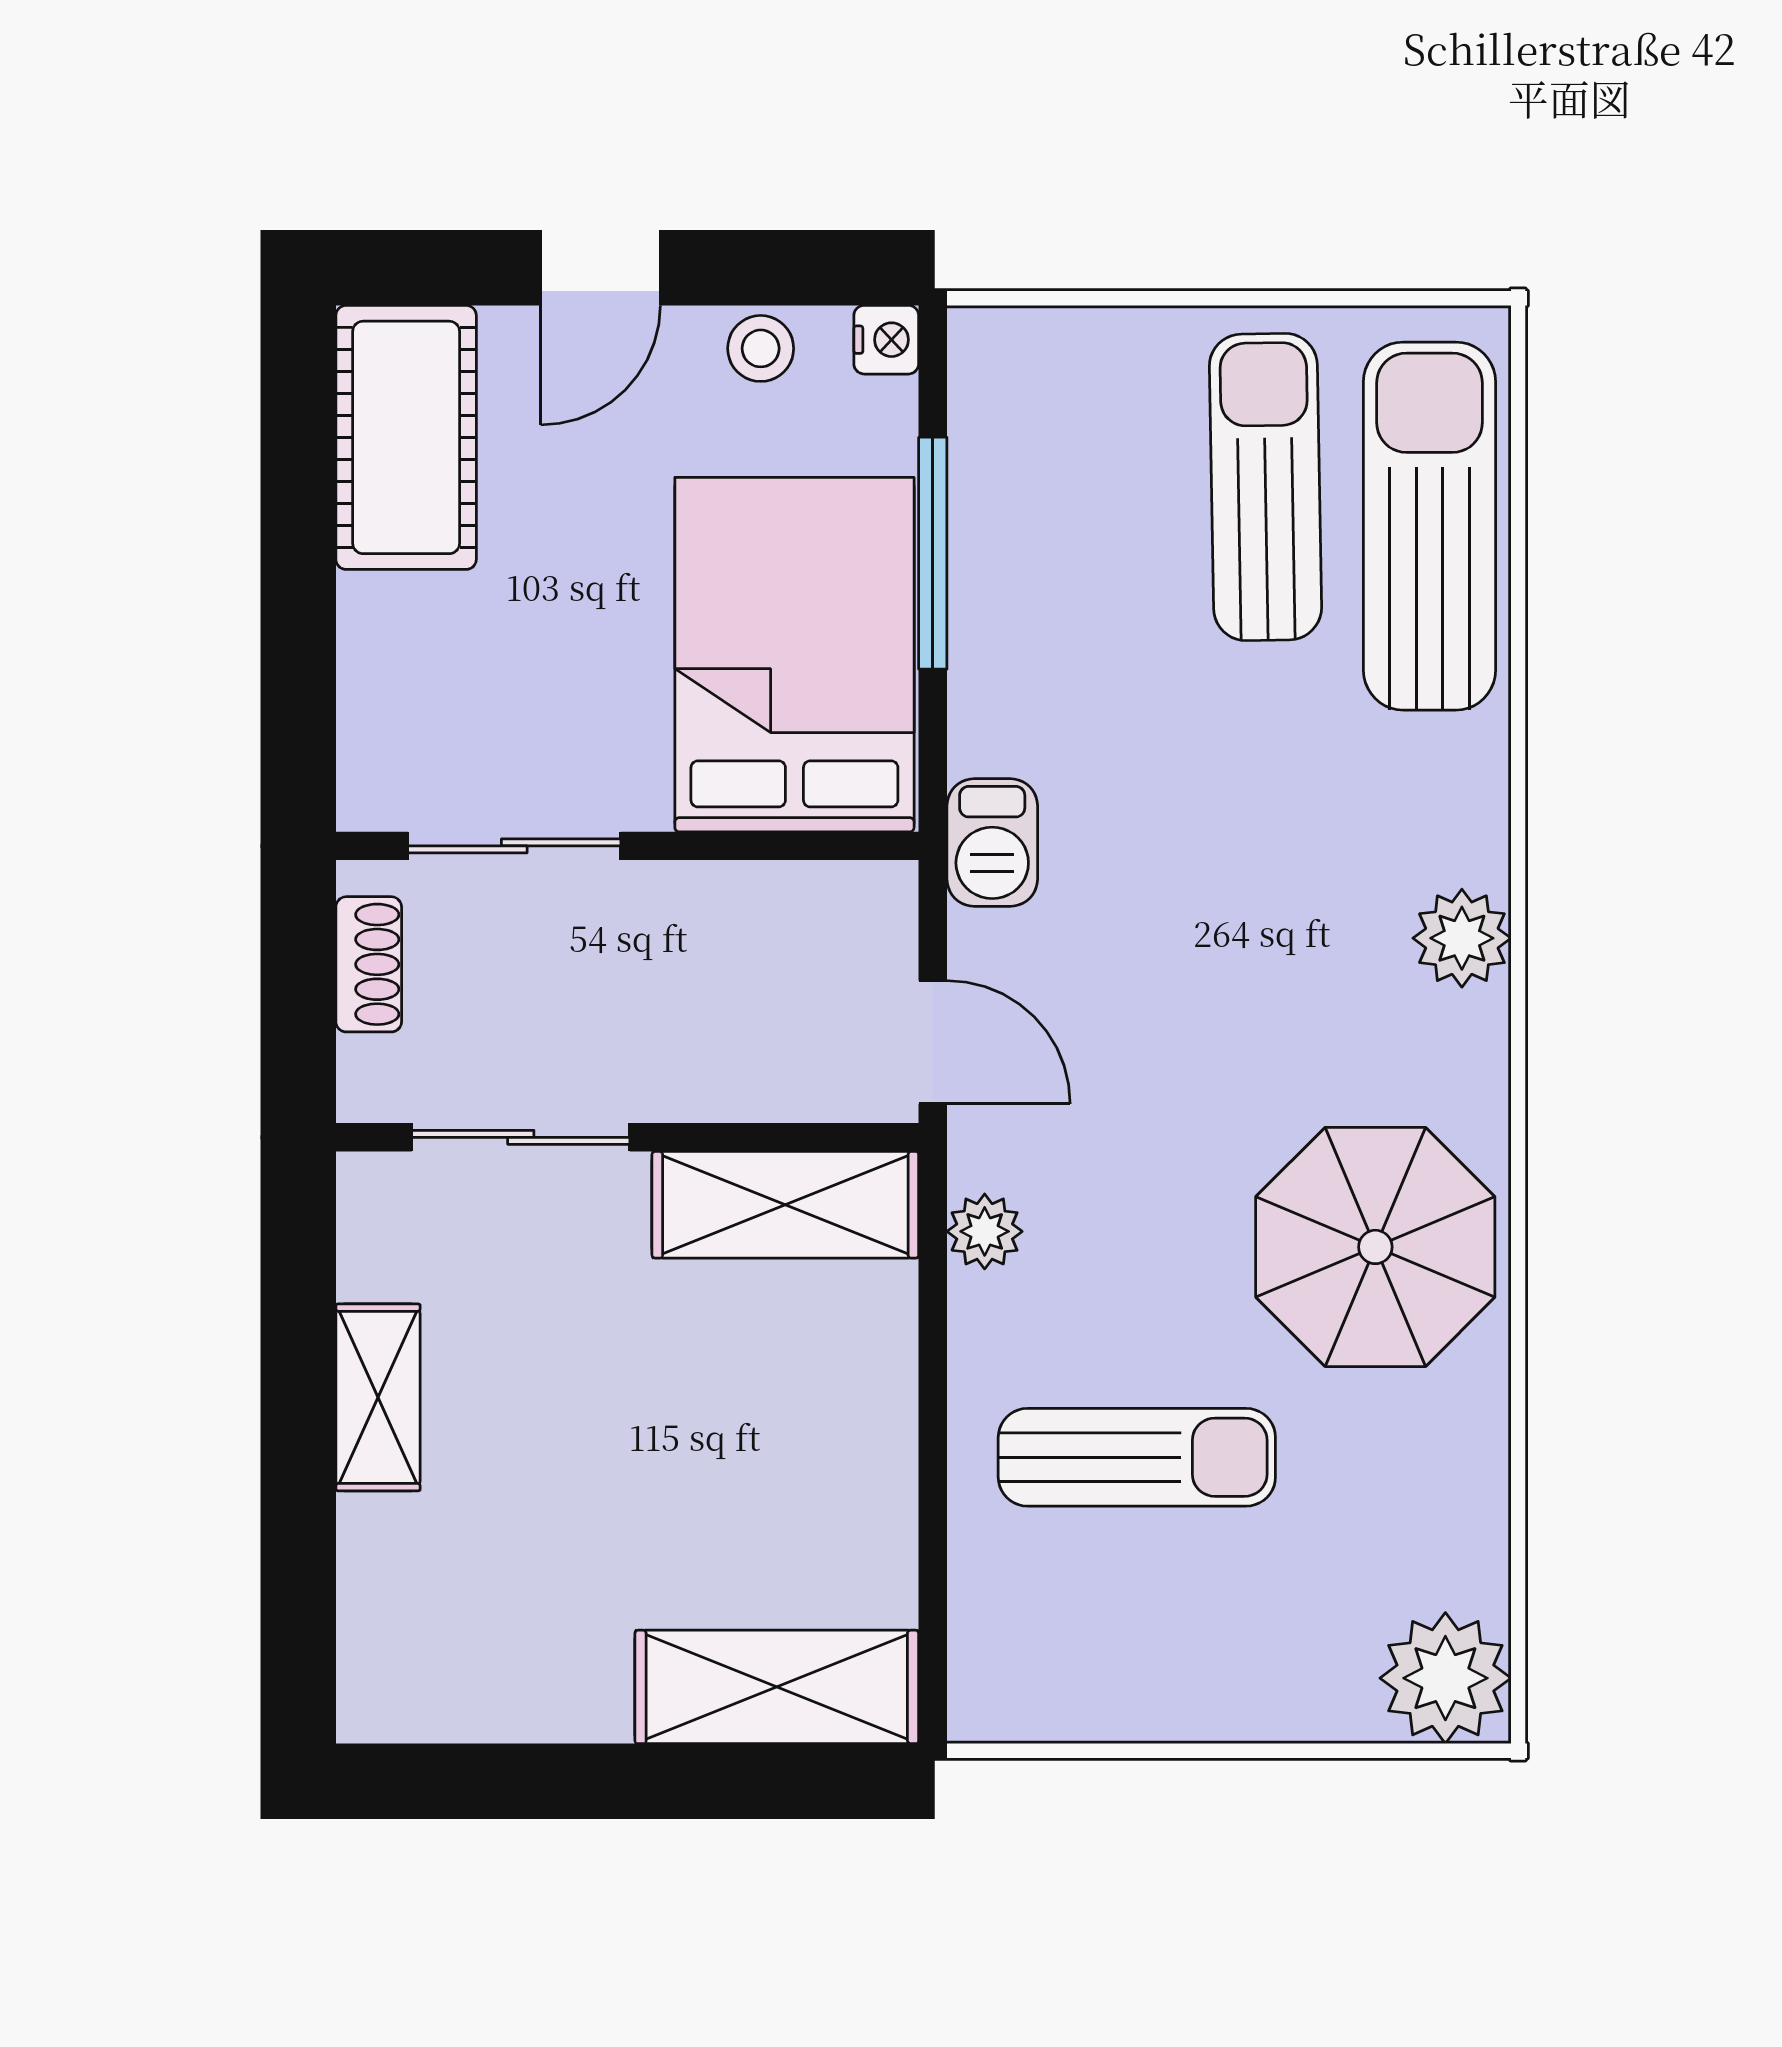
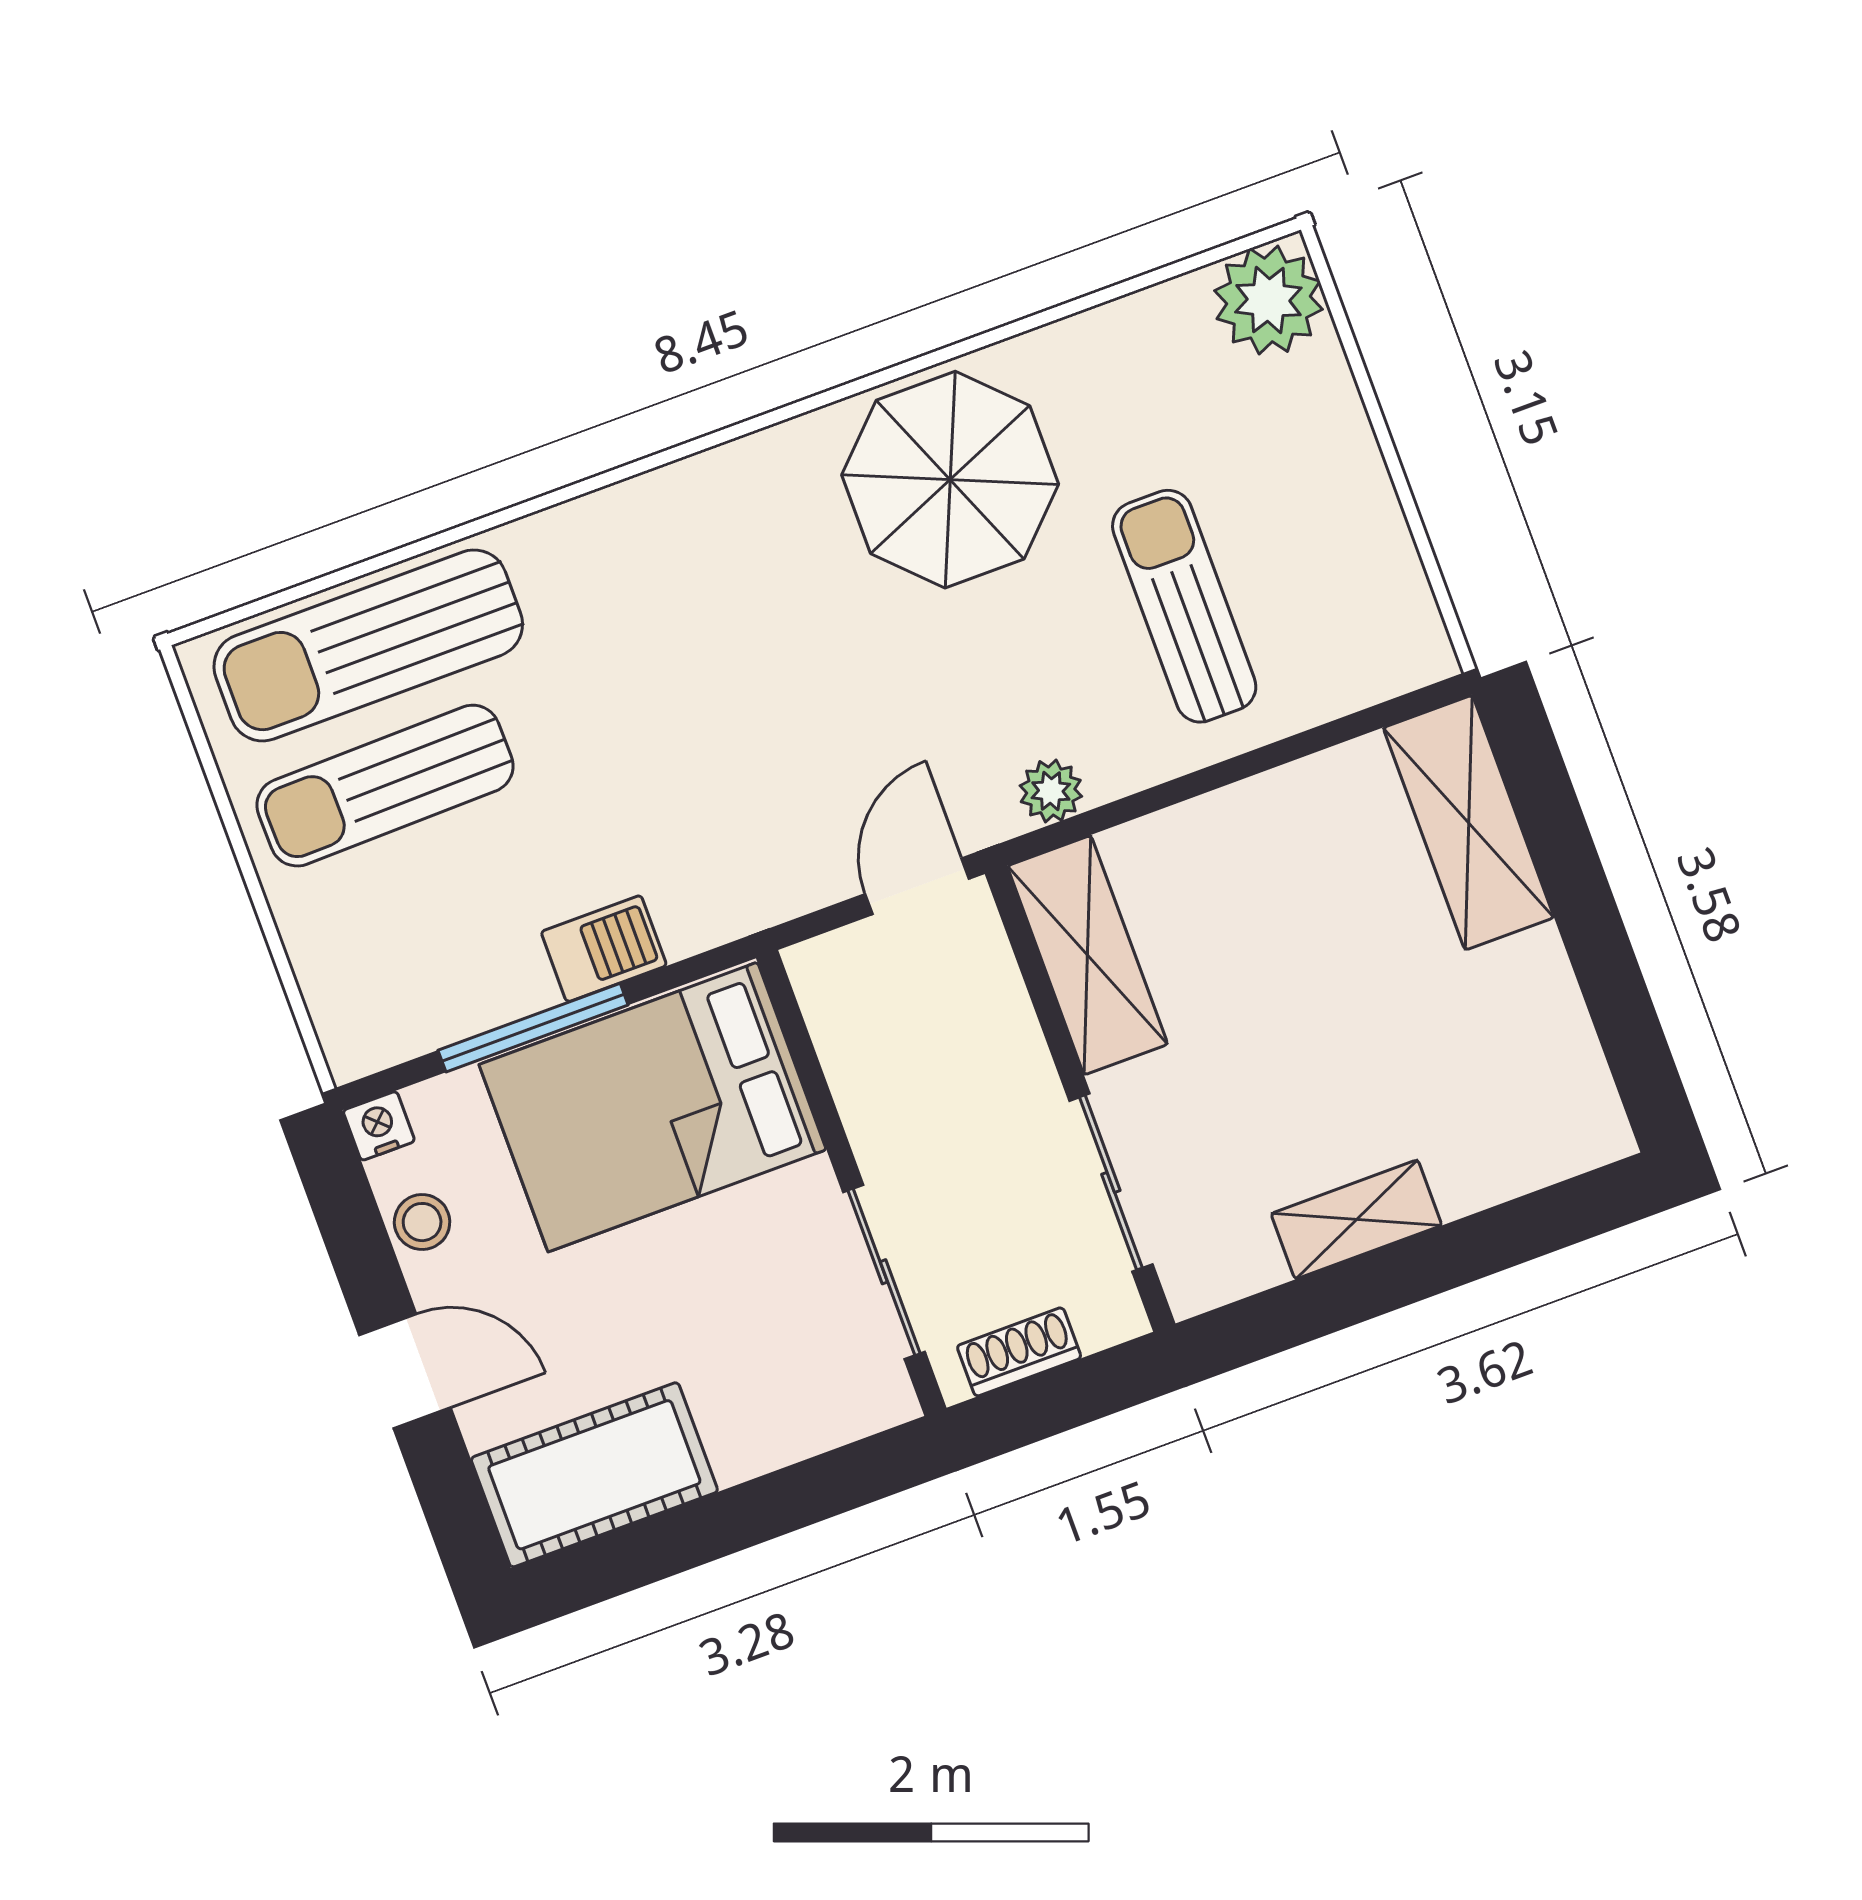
barbecue: (992, 842) -> (604, 949), moved
plant: (1462, 938) -> (683, 501), removed

